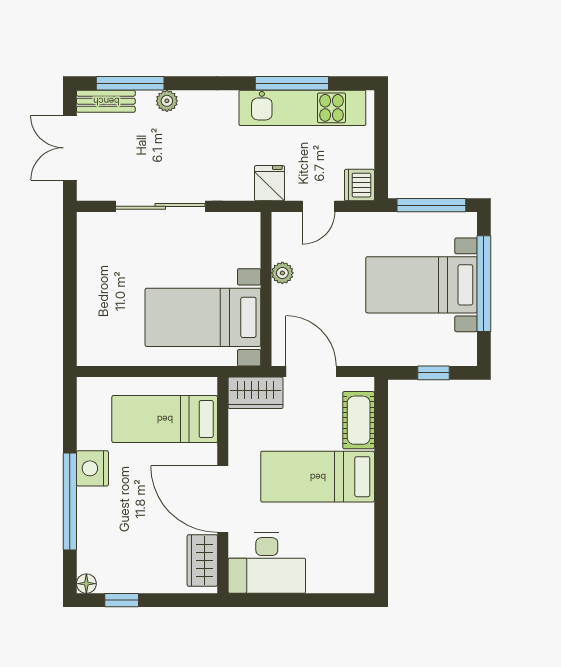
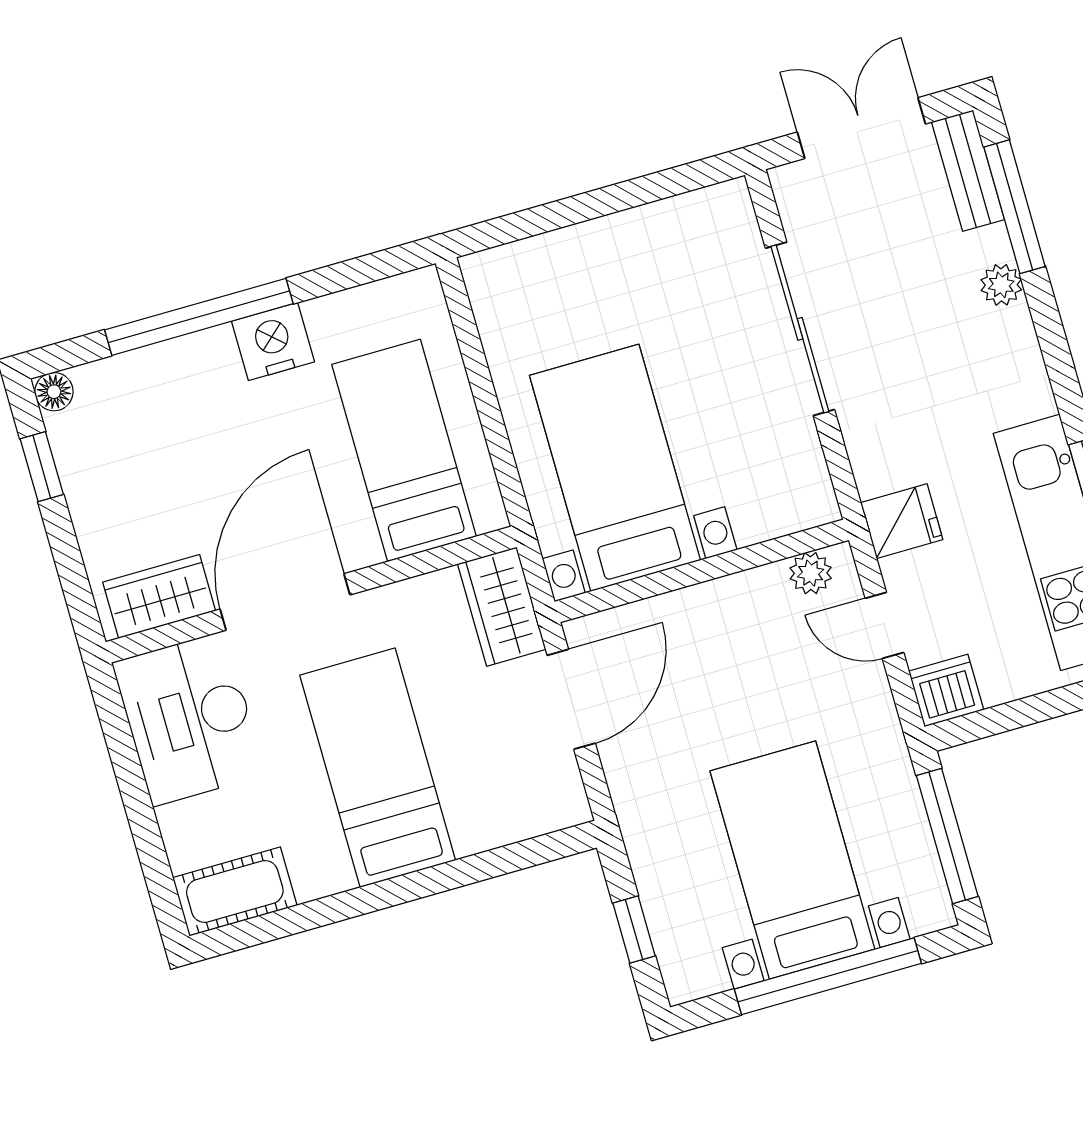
plant: (282, 273) -> (811, 573), moved
cot: (359, 420) -> (235, 891), moved

